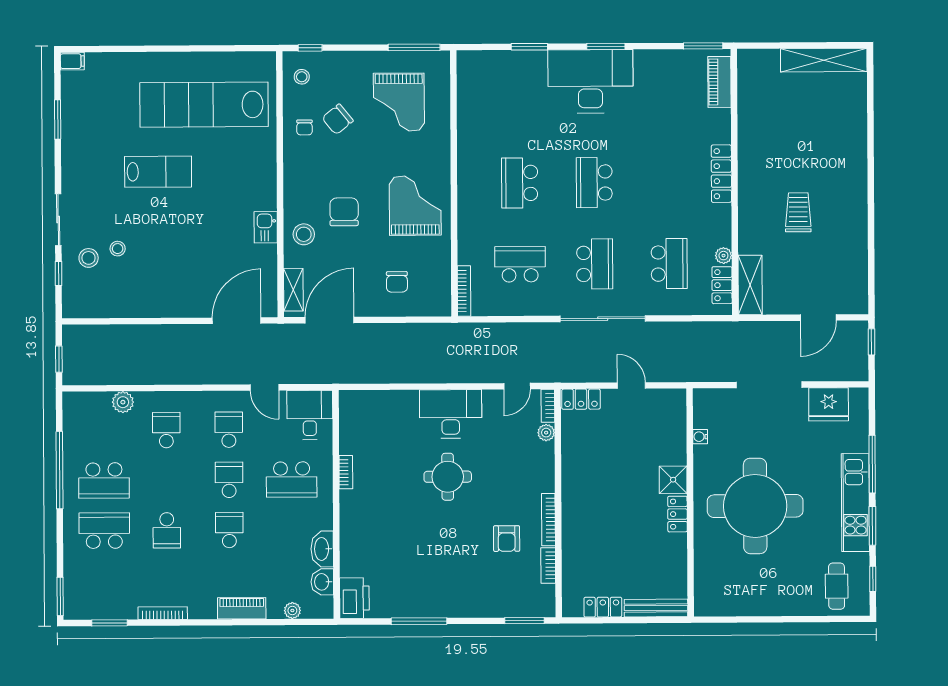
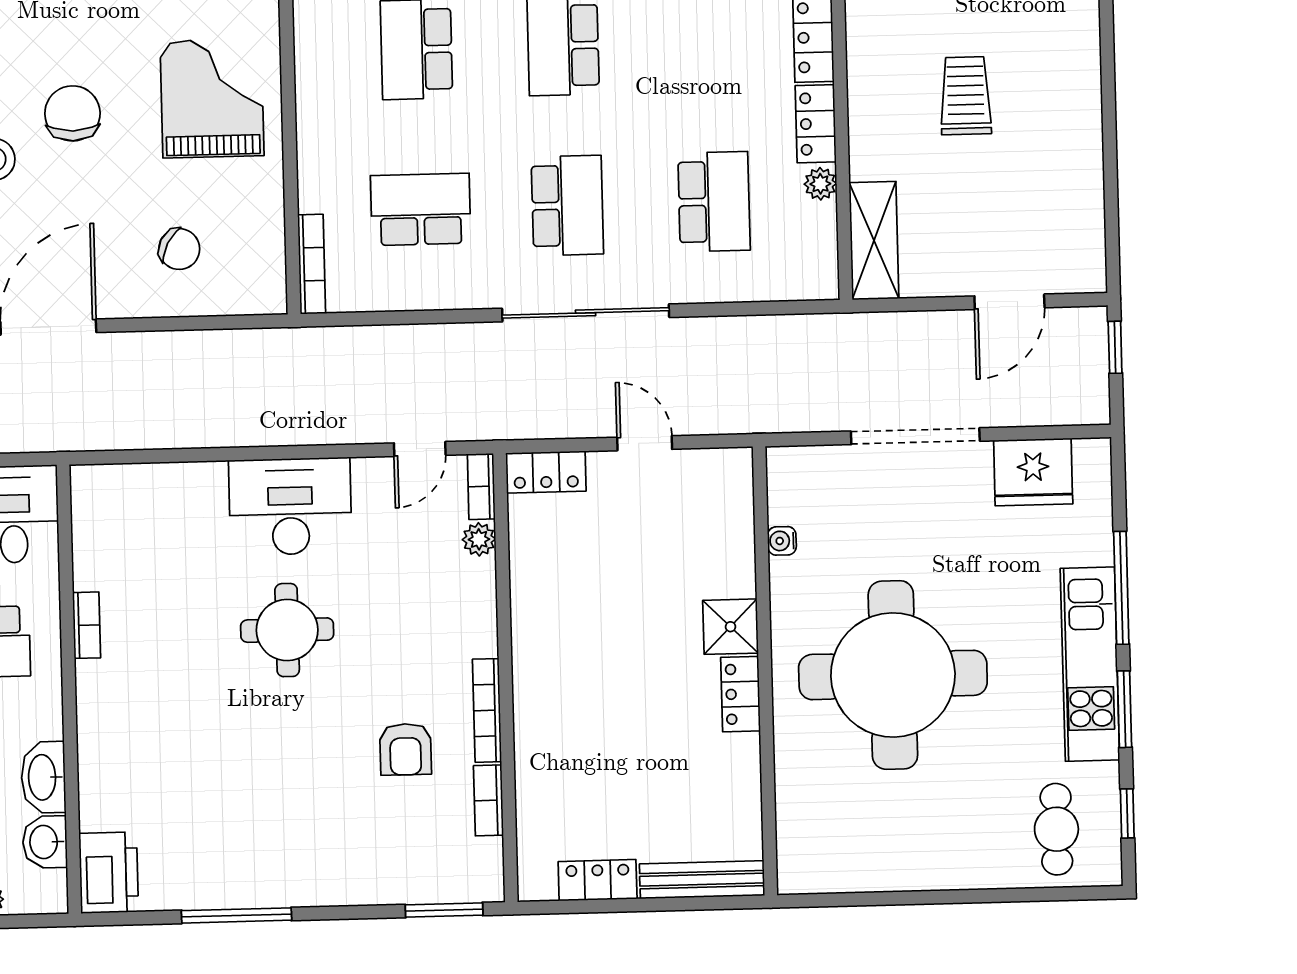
chair: (397, 282) -> (179, 249), turned -62
locker: (722, 285) -> (816, 124), moved

